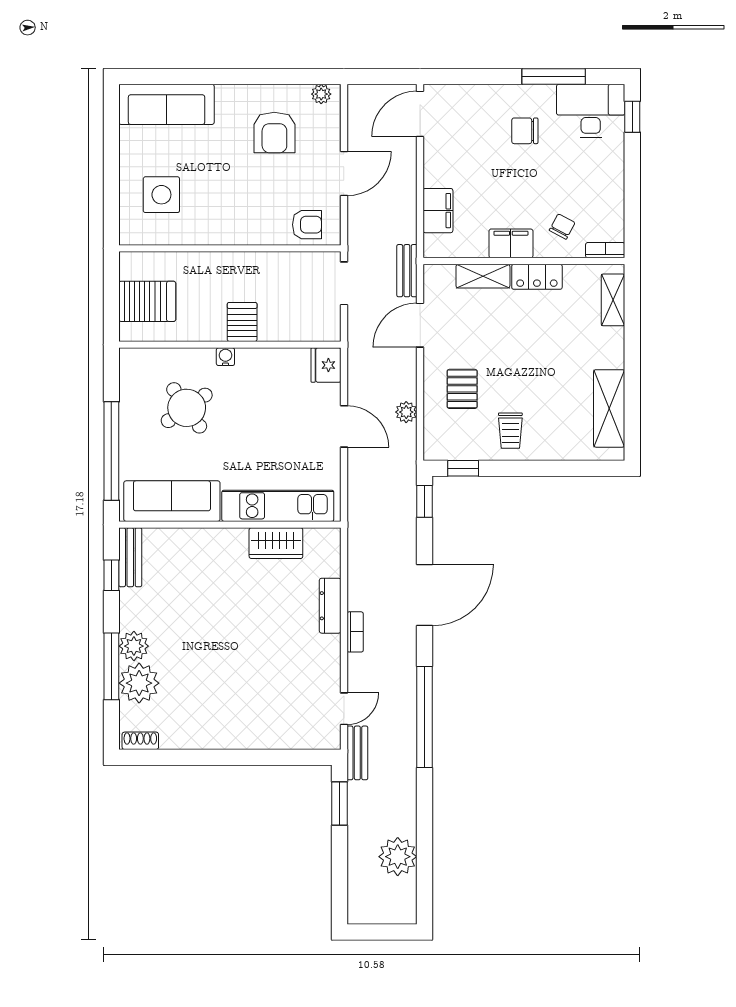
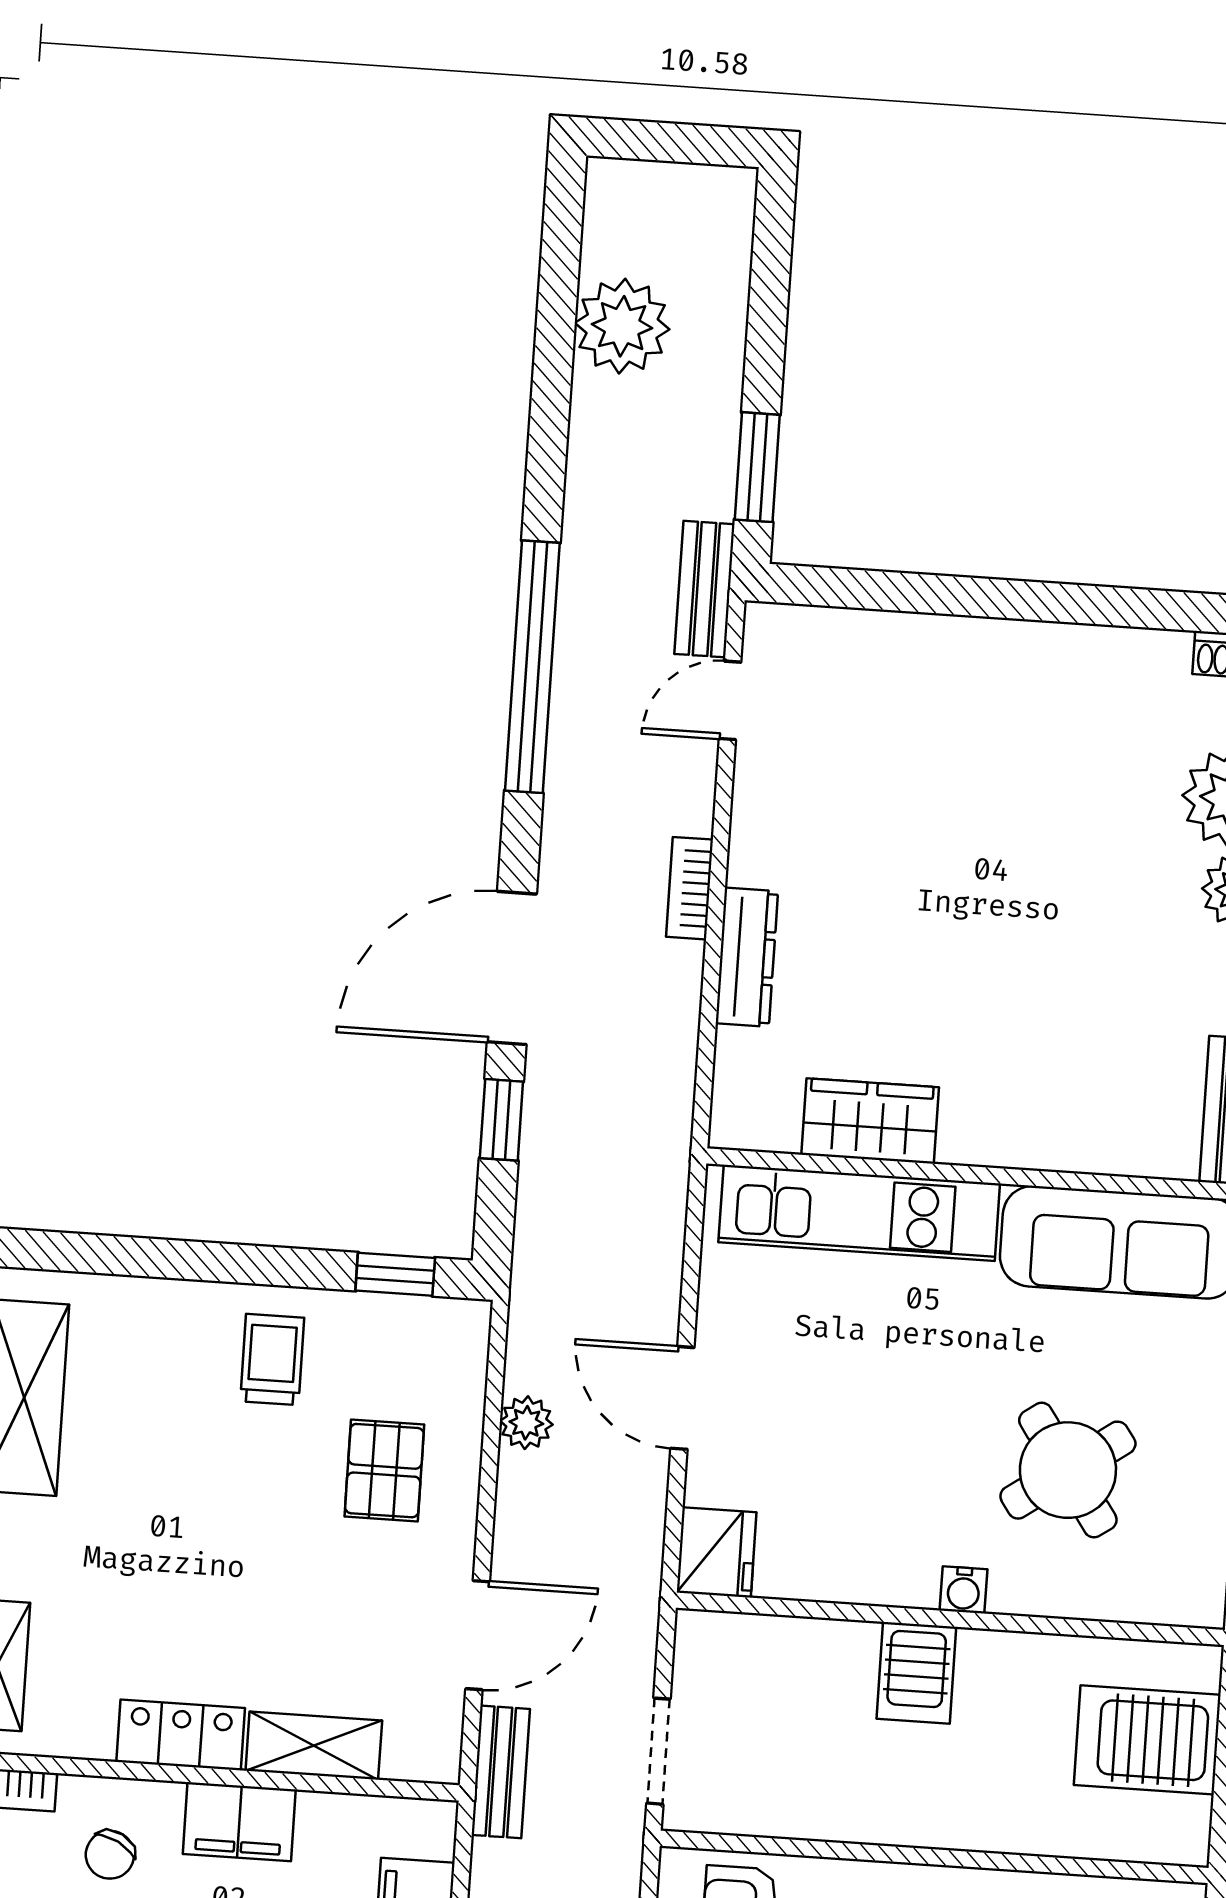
window: (425, 501) -> (501, 1120), moved

